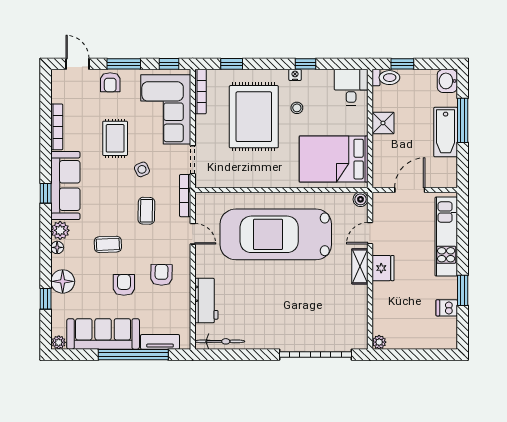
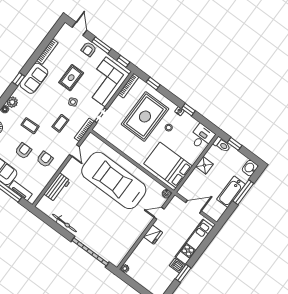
sofa: (65, 186) -> (34, 78), width x0.73
shelving: (360, 266) -> (143, 226), removed
dishwasher: (447, 308) -> (177, 266), moved
bicycle: (220, 341) -> (64, 223), moved

